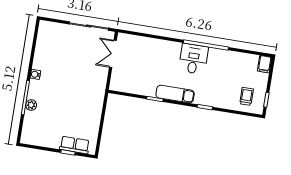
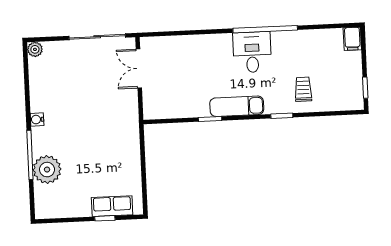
plant: (44, 26) -> (35, 49), added
trolley: (247, 96) -> (303, 89), moved
plant: (31, 105) -> (47, 170), width x1.87, depth x1.87

